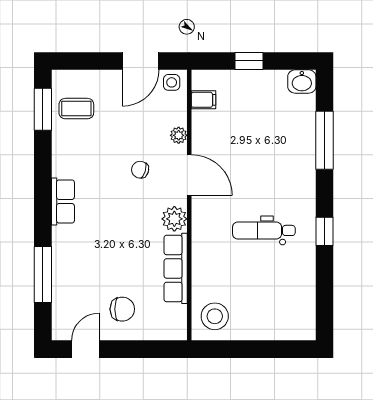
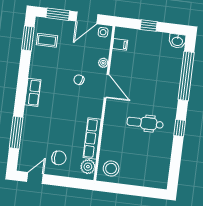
window: (89, 61) -> (58, 14), added
window: (325, 140) -> (186, 76), width x1.46
plant: (174, 219) -> (88, 167), moved

